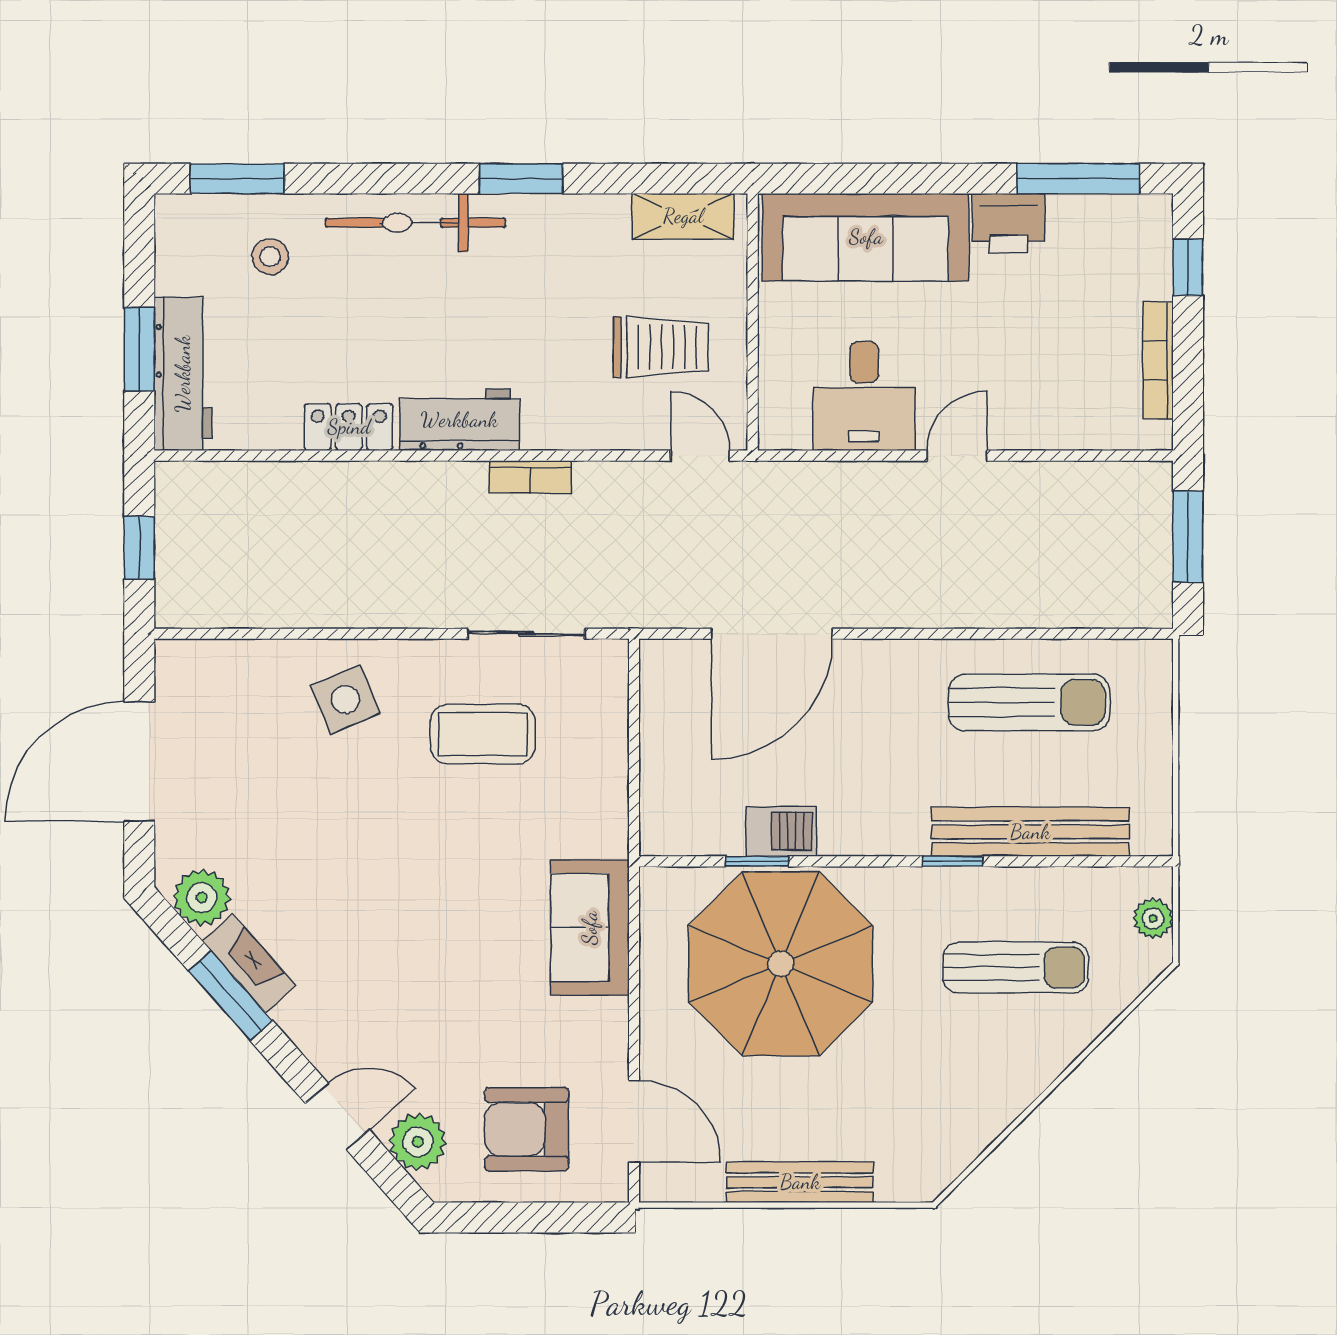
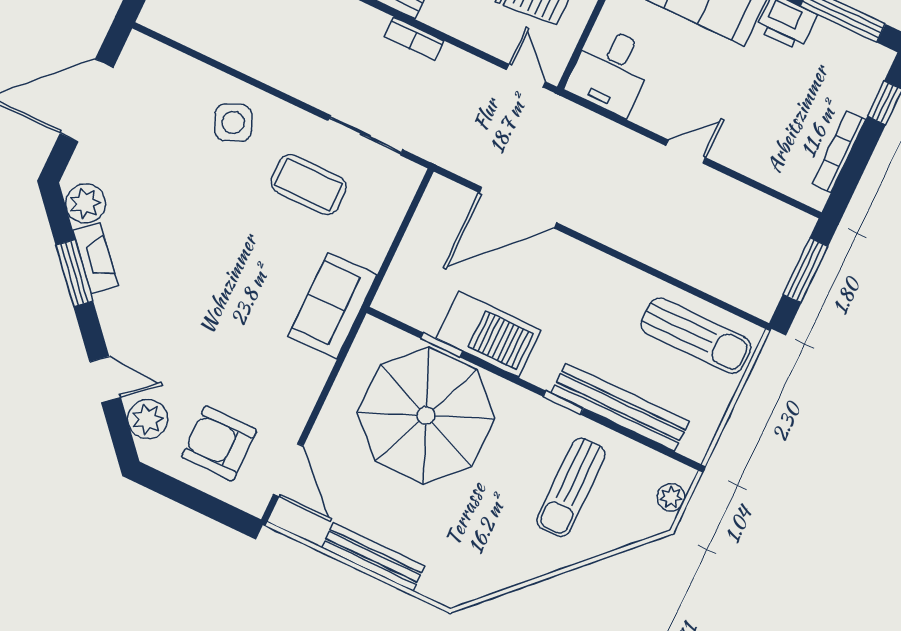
desk: (864, 396) -> (611, 71), moved
sun lounger: (1029, 702) -> (696, 336), moved
barbecue: (781, 831) -> (489, 334), width x1.88, depth x1.53
sofa: (590, 928) -> (333, 306), moved
sun lounger: (1016, 967) -> (571, 487), turned 90

